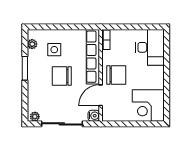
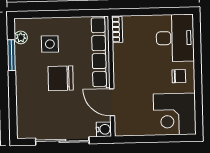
window: (25, 68) -> (12, 55), moved
chair: (116, 75) -> (179, 76), moved, width x0.54, depth x0.54
door: (101, 95) -> (112, 102), hinge flipped
plant: (35, 117) -> (27, 132), removed

